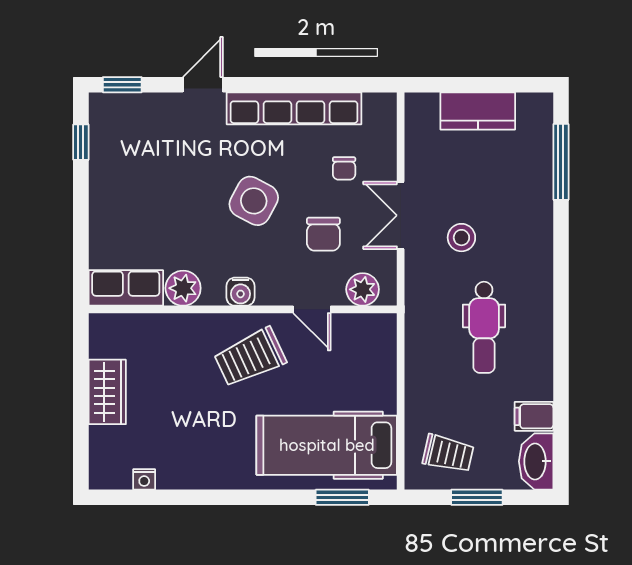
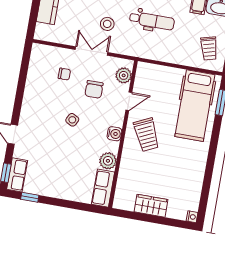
row of seats: (294, 108) -> (17, 175), moved, width x0.50
side table: (254, 201) -> (72, 120), width x0.54, depth x0.54
double door: (401, 215) -> (91, 51), swing flipped
chair: (323, 234) -> (94, 89), turned 90
trolley: (448, 454) -> (209, 48), turned 152
nightstand: (144, 479) -> (192, 217), moved

